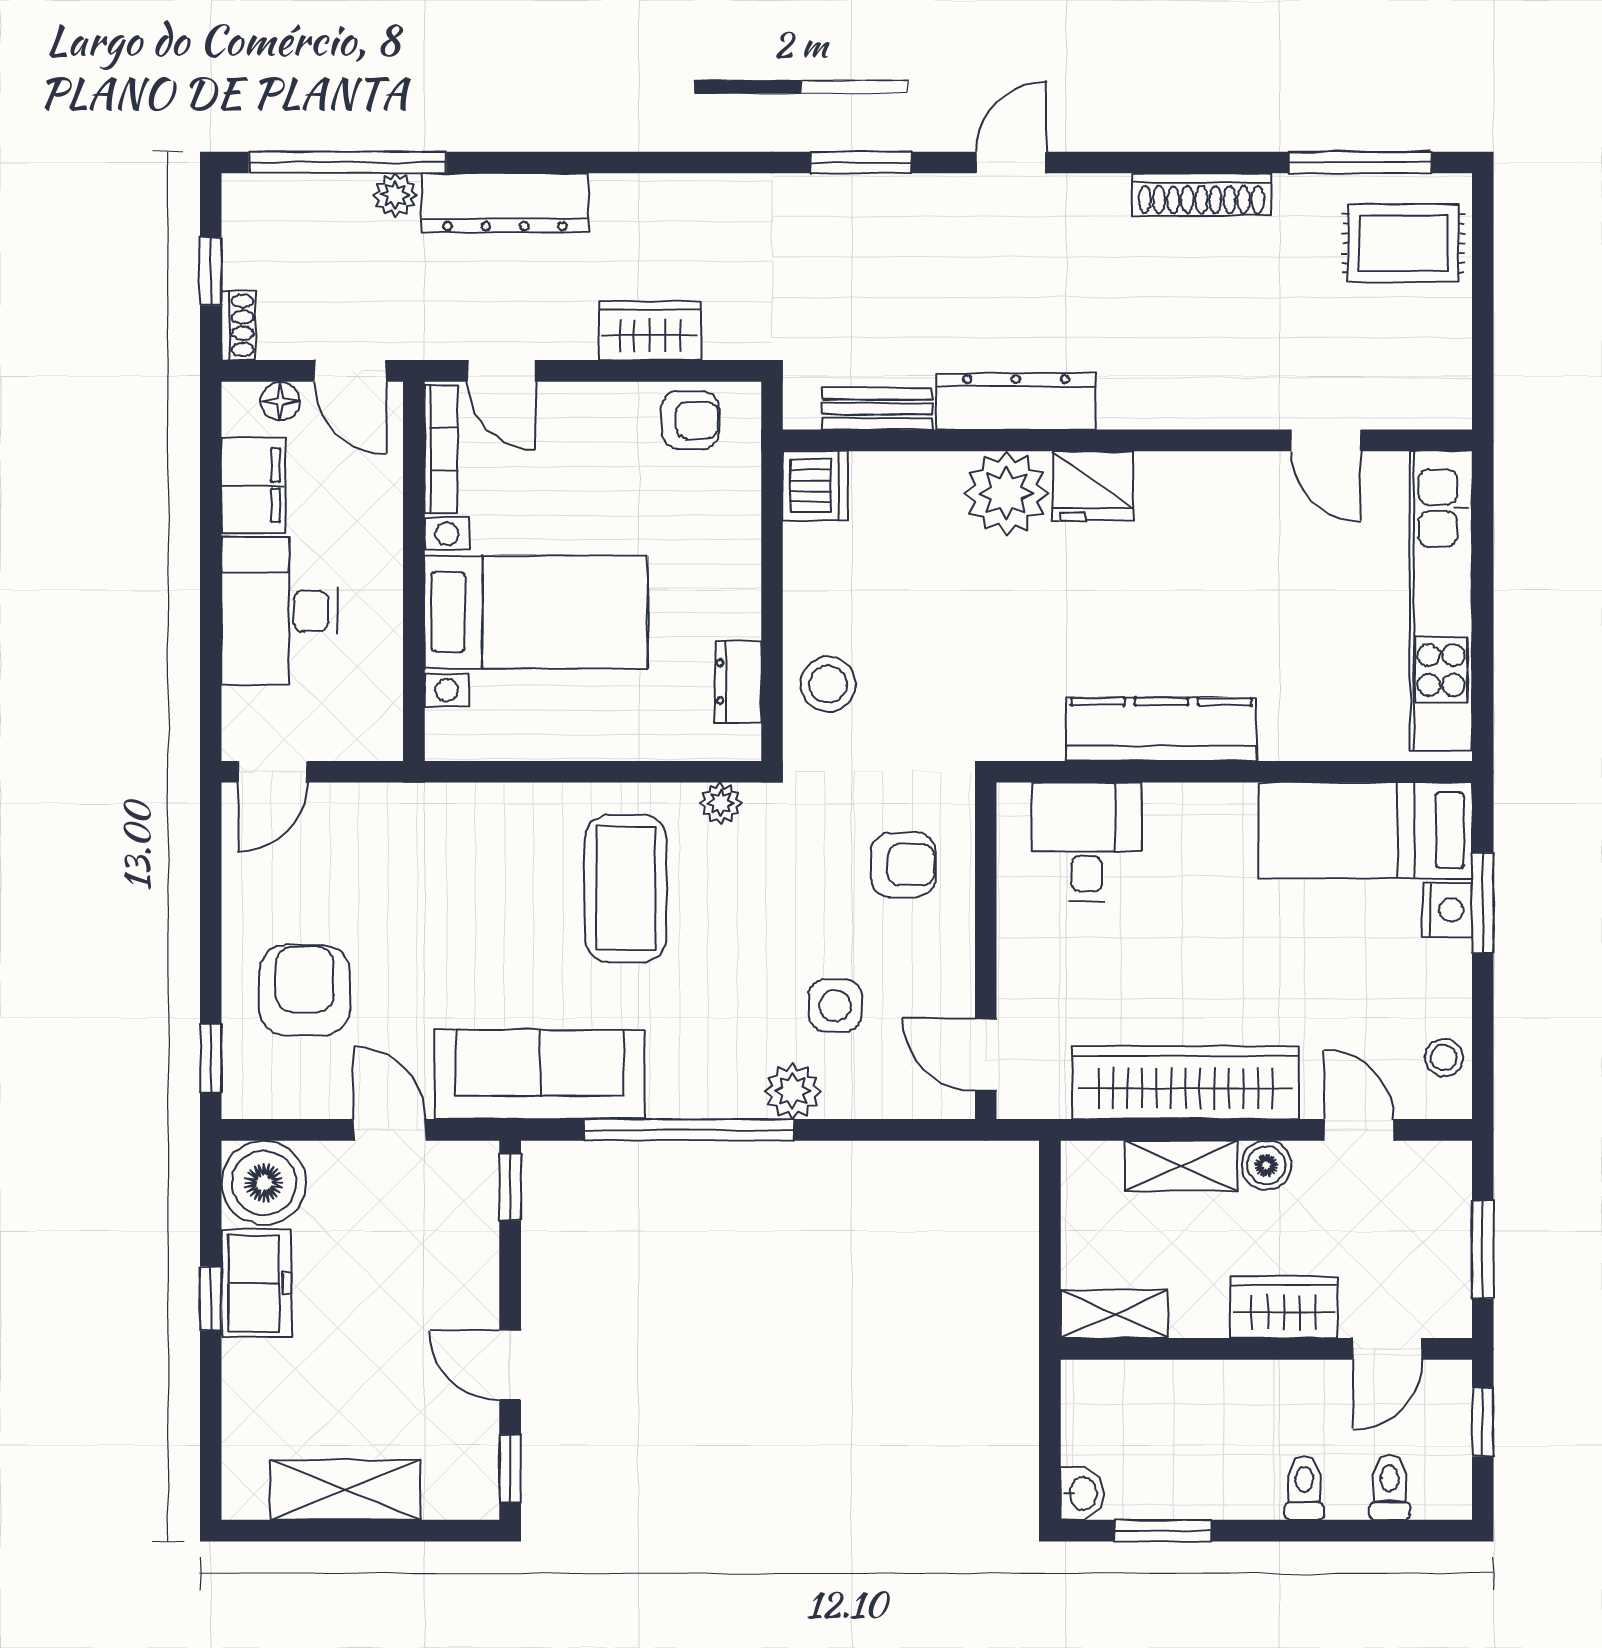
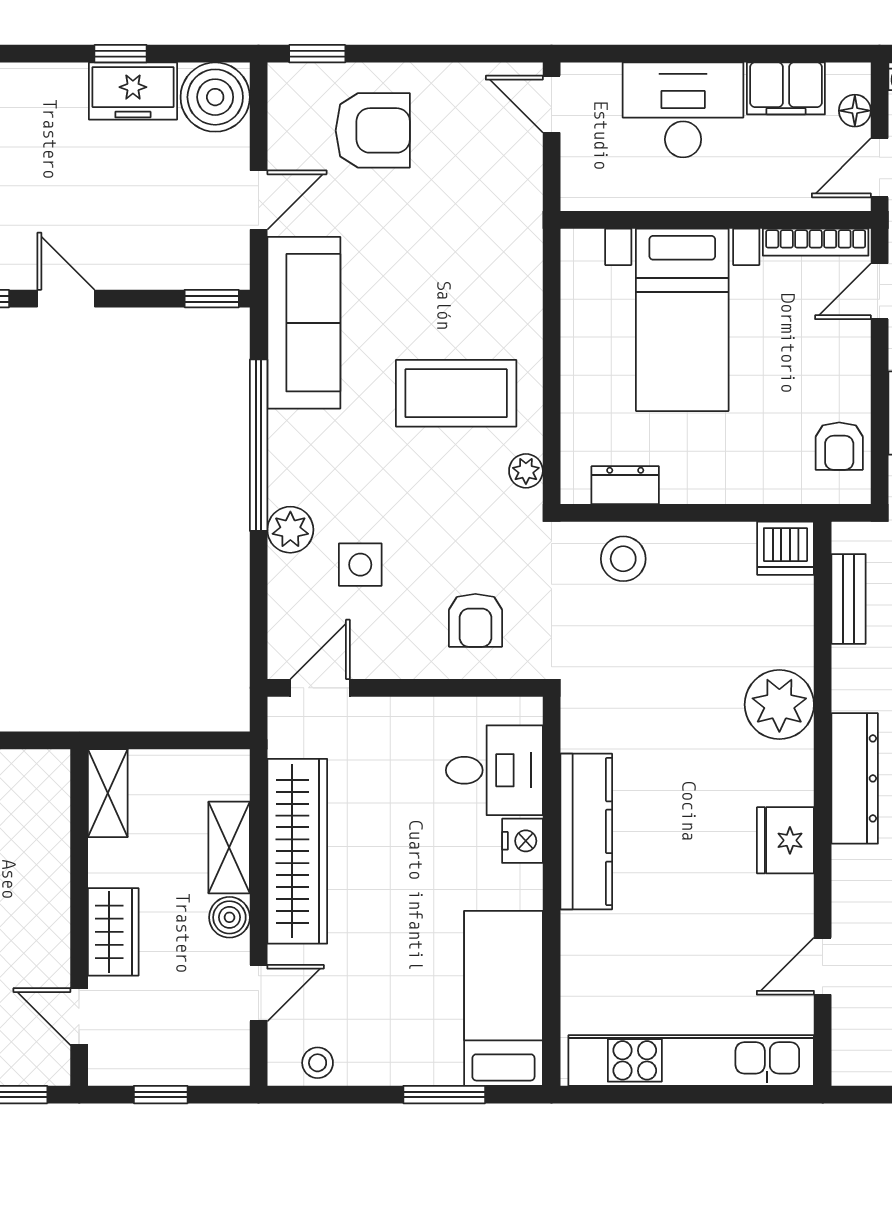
dresser: (1016, 401) -> (855, 778), moved
fridge: (1093, 486) -> (785, 840), moved
nightstand: (1447, 910) -> (522, 841), moved, turned -90
window: (1483, 1249) -> (161, 1095), width x0.67
door: (510, 1365) -> (66, 299), hinge flipped

